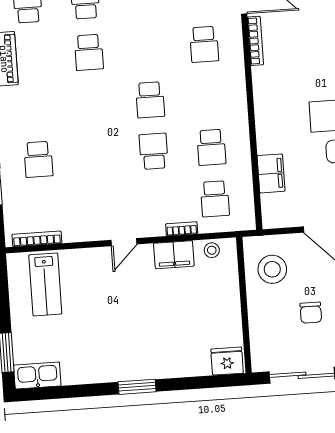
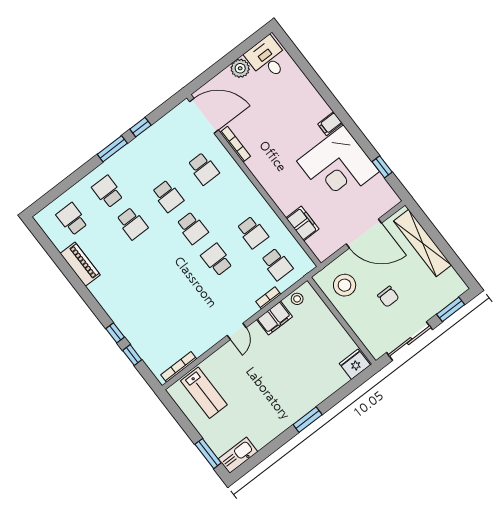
school desk: (38, 159) -> (168, 196), moved

